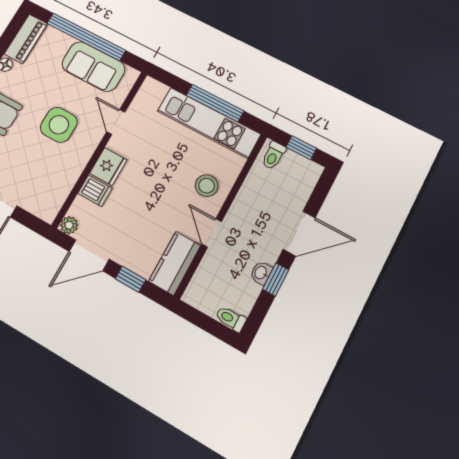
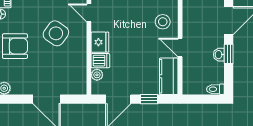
side table: (59, 125) -> (56, 33), turned 35
plant: (69, 225) -> (97, 75), moved

